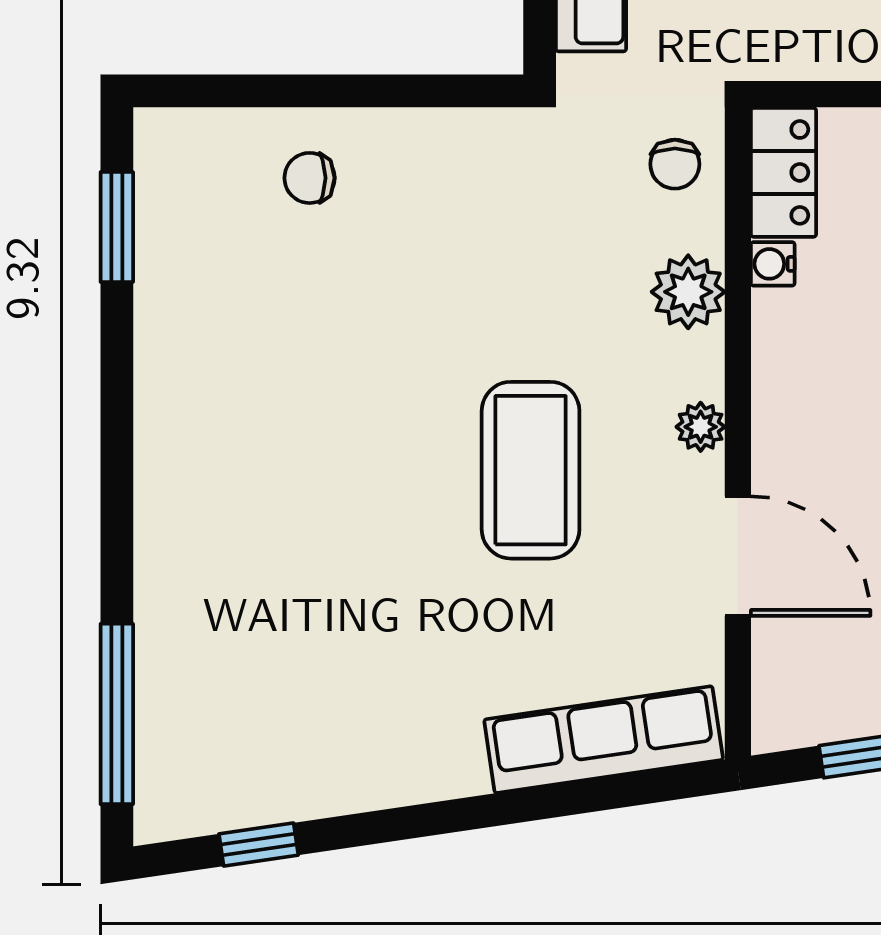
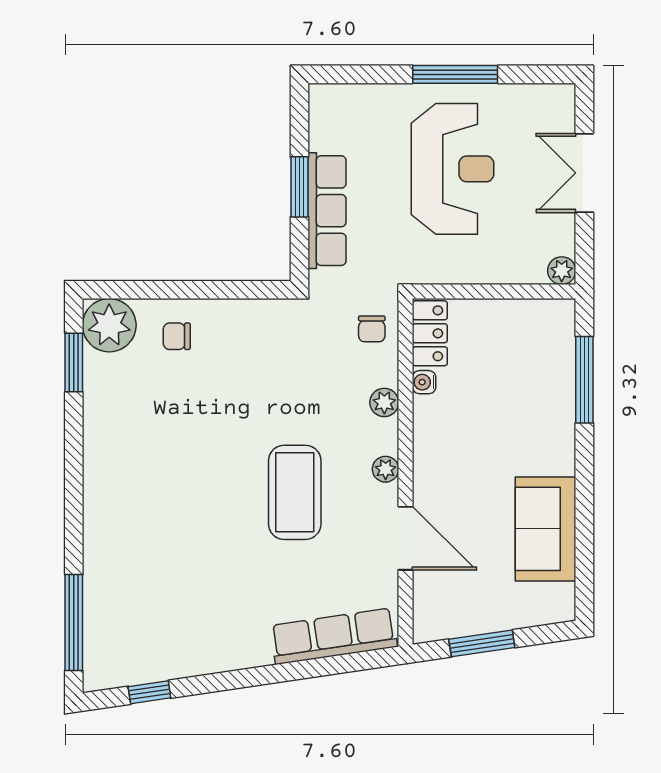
plant: (183, 157) -> (109, 325), added
plant: (688, 292) -> (384, 402), width x0.73, depth x0.73

